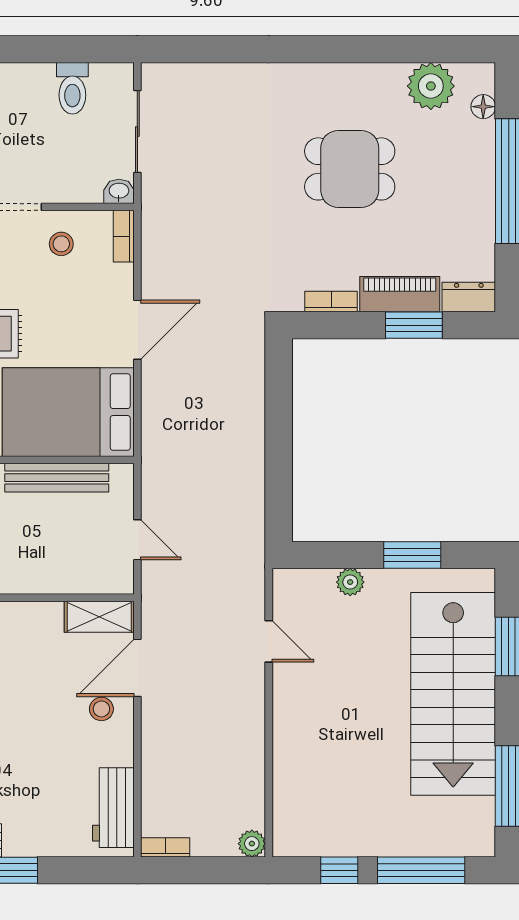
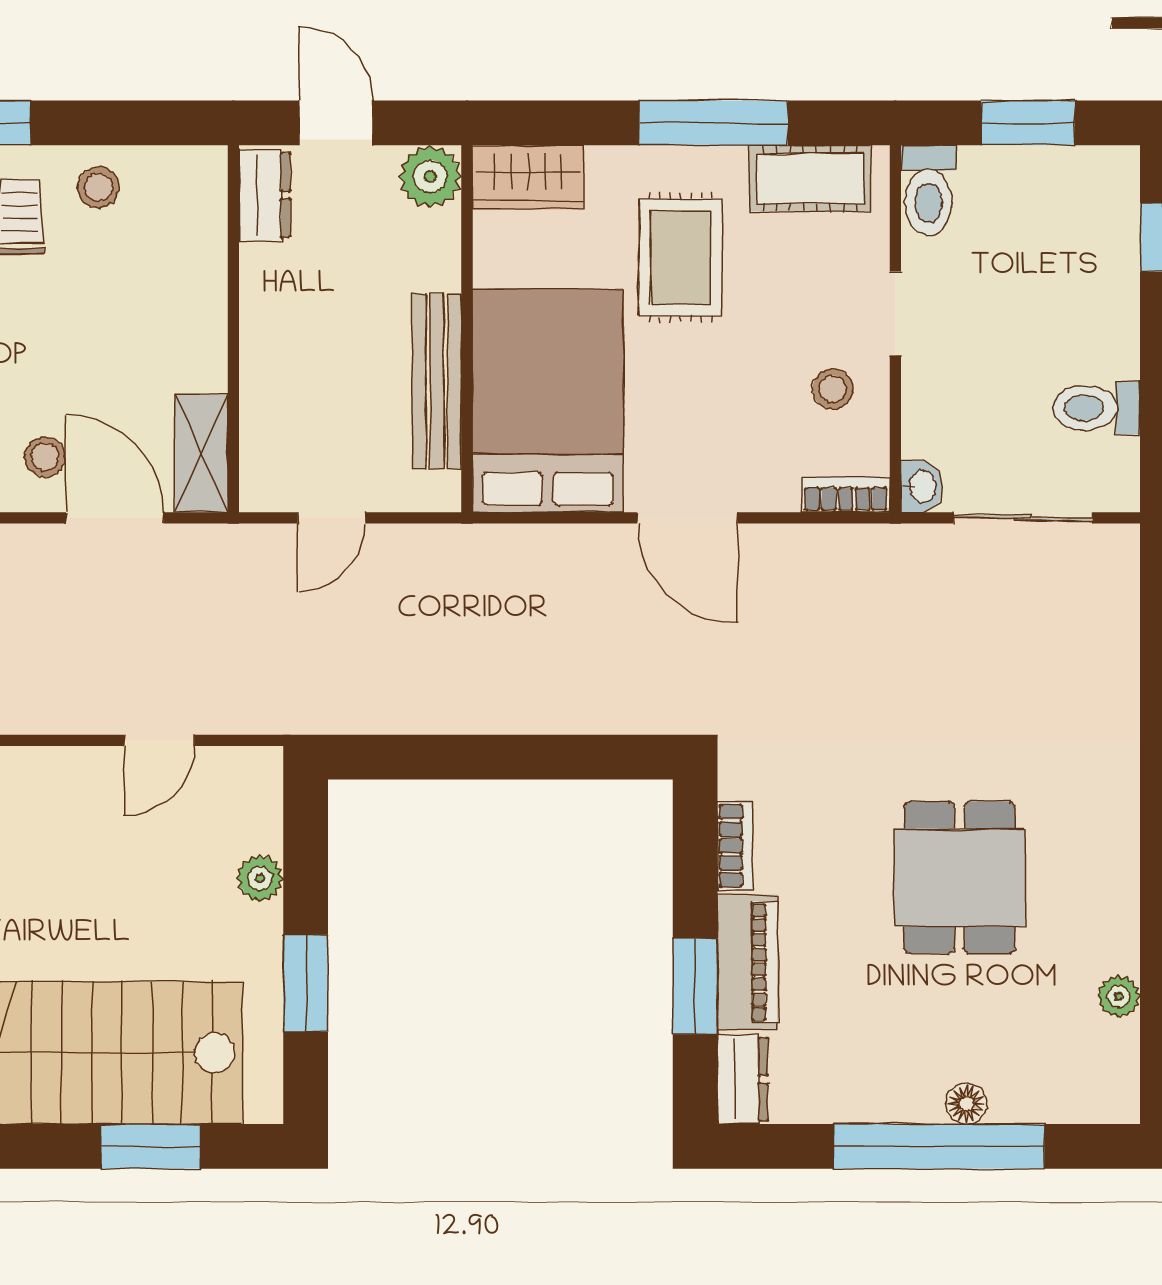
plant: (431, 86) -> (1119, 996), width x0.53, depth x0.53
floor lamp: (483, 107) -> (966, 1104), moved

